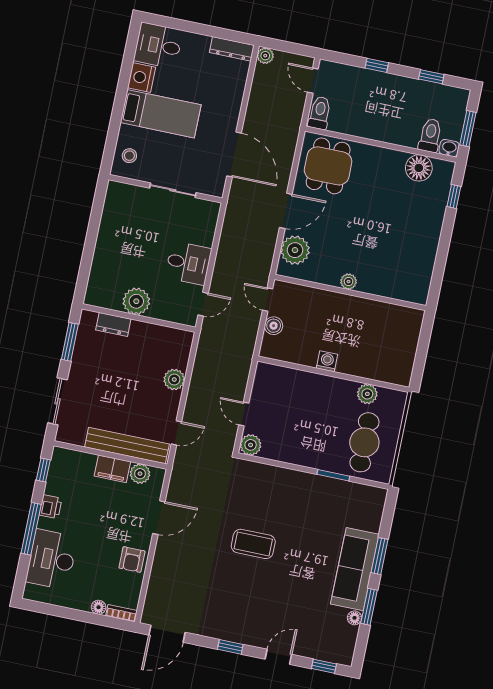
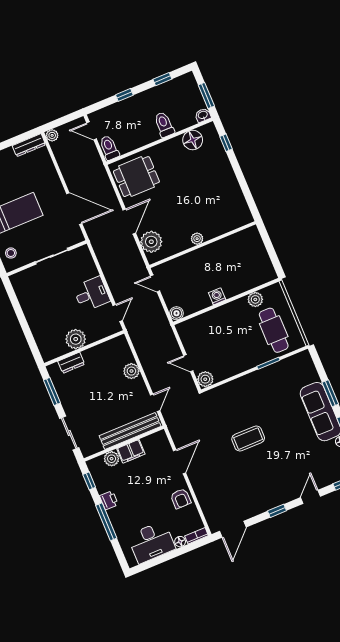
toilet: (430, 135) -> (164, 125), moved
dining table: (328, 166) -> (136, 177), turned 90
boiler: (274, 326) -> (177, 313), moved
plant: (140, 474) -> (112, 459), moved
desk: (52, 559) -> (151, 542), moved, turned -90

